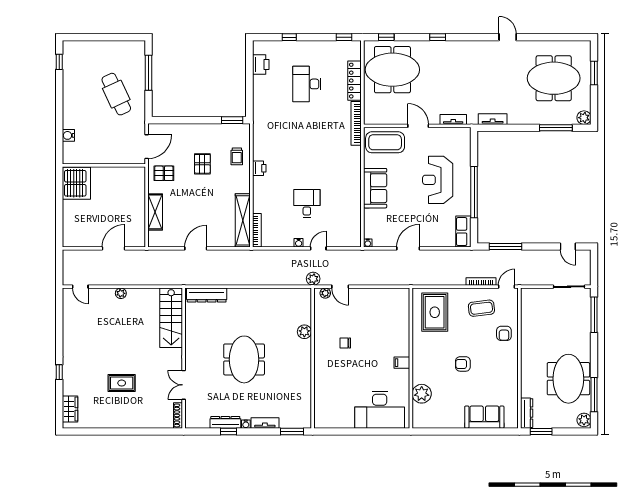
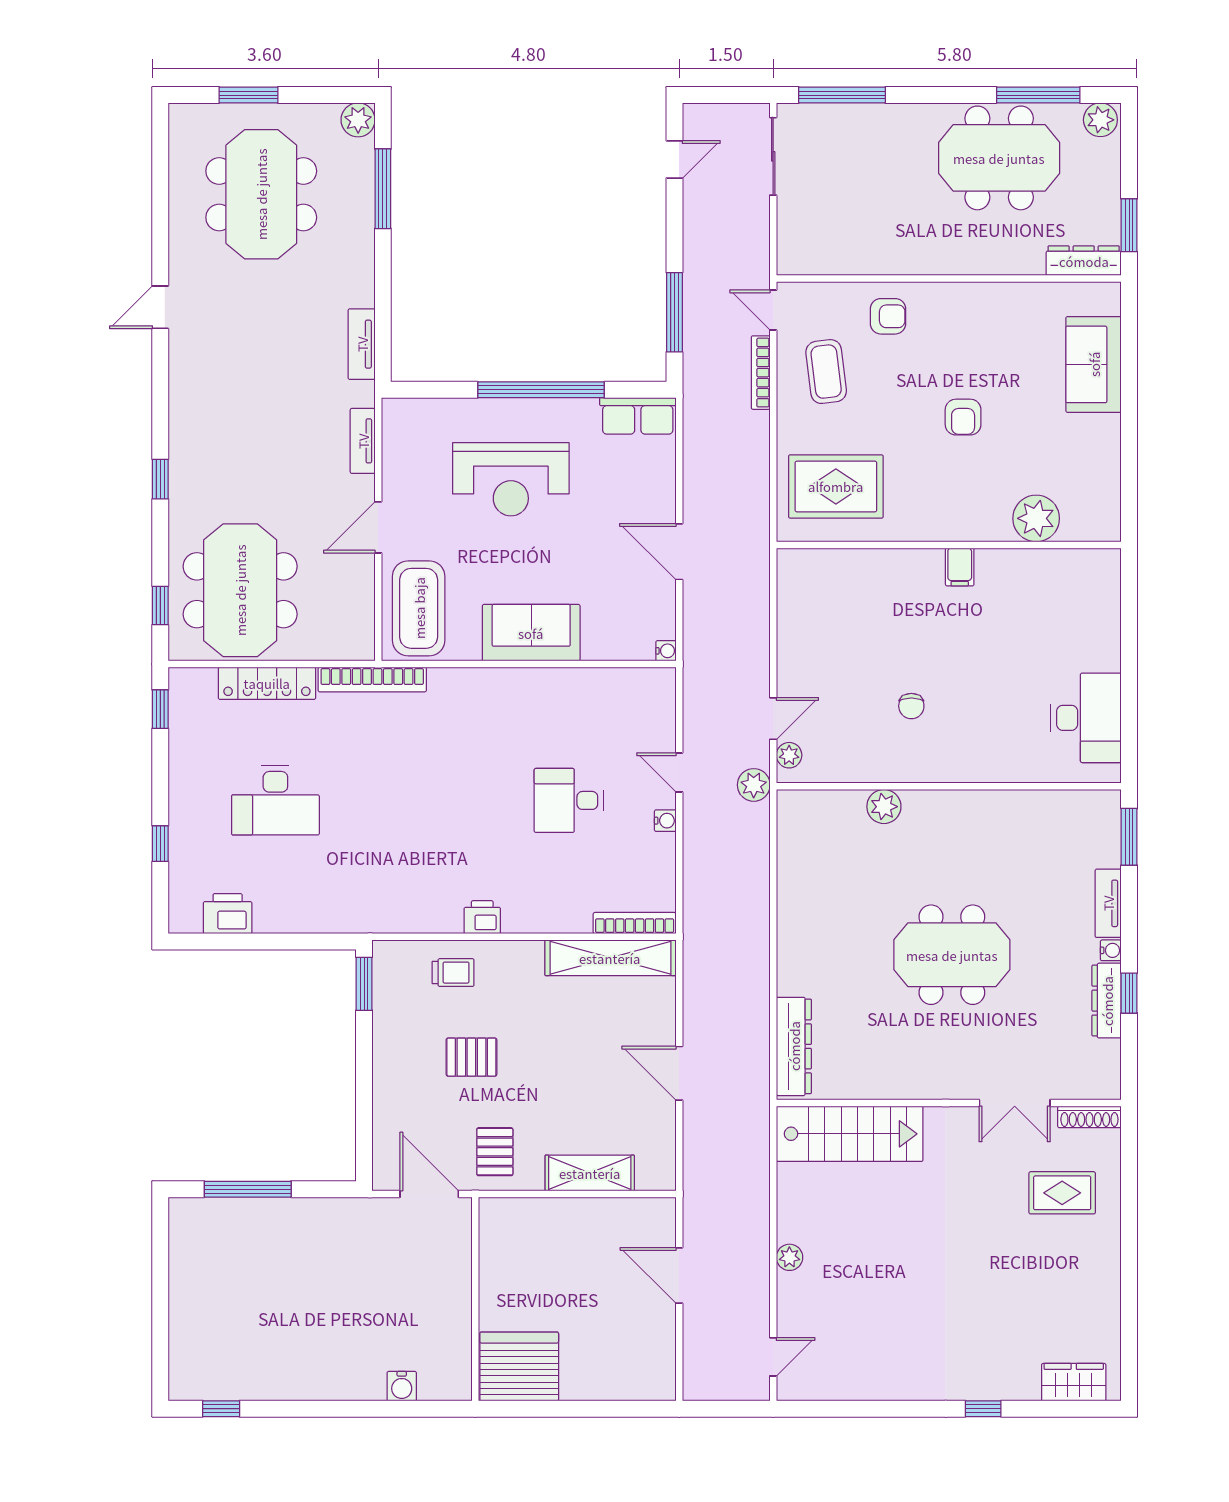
cafe table: (116, 94) -> (300, 1268), removed
rug: (122, 383) -> (1062, 1193), moved, turned 90
desk: (380, 410) -> (1086, 718), moved, width x0.73, depth x0.77

